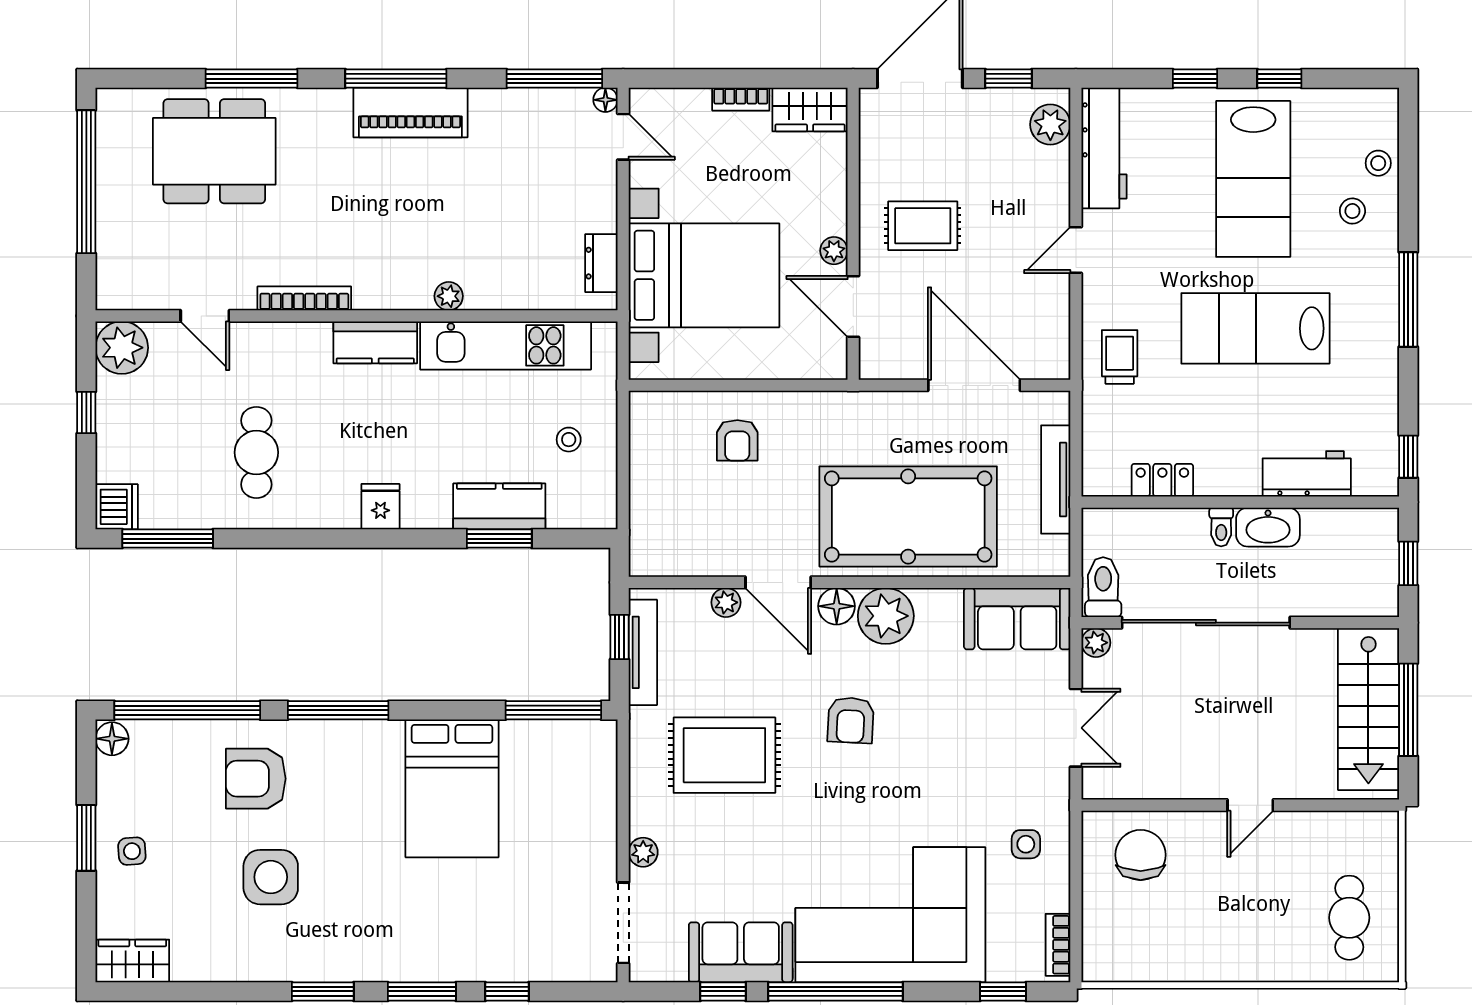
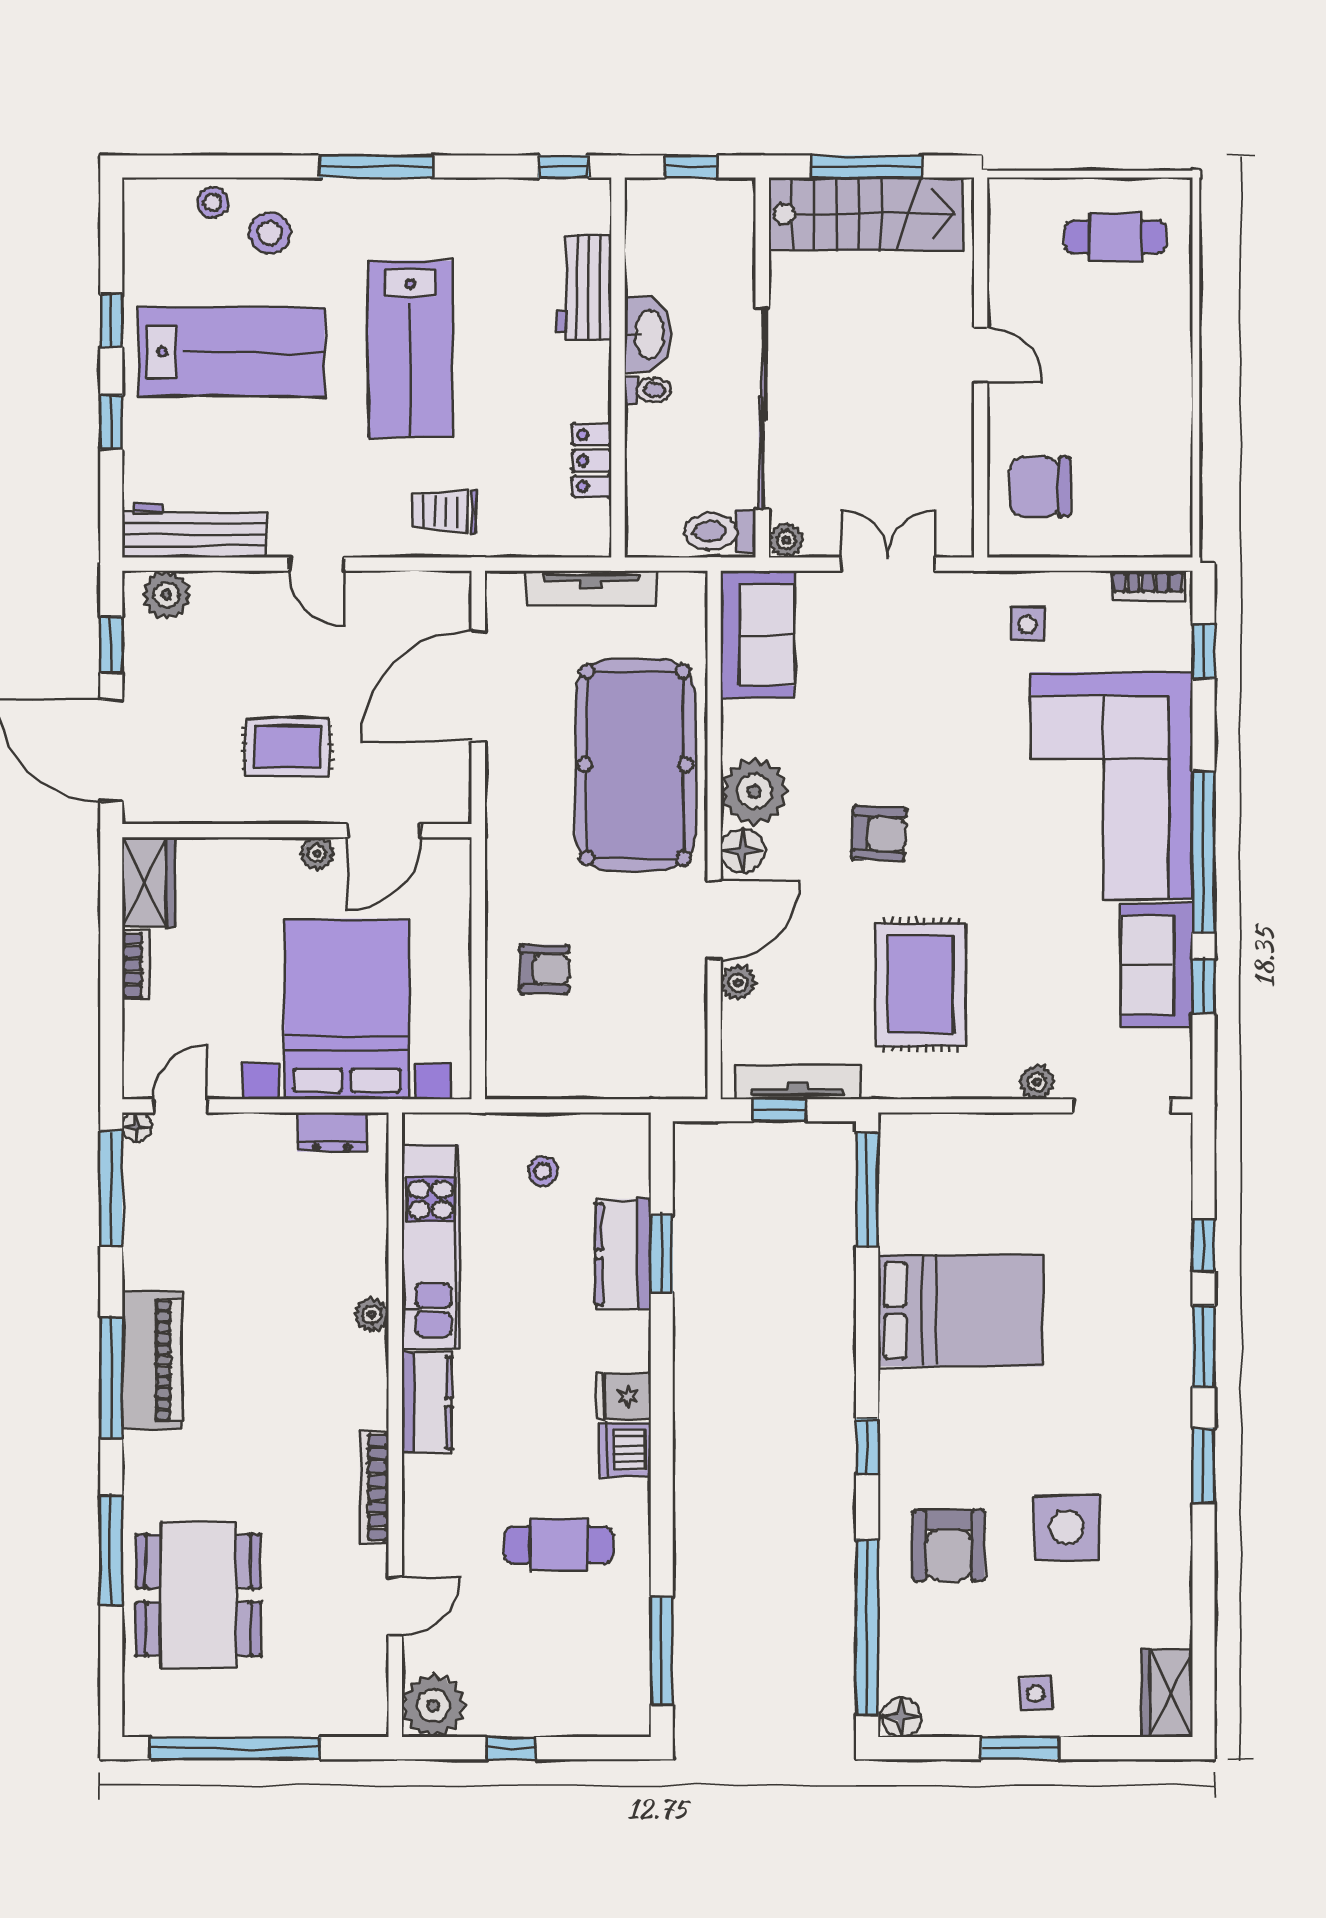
stool: (1352, 211) -> (270, 233), width x1.37, depth x1.37
rug: (923, 226) -> (287, 747), turned 90
dishwasher: (117, 507) -> (625, 1450), moved, turned -90
window: (338, 710) -> (867, 1447), width x0.46

